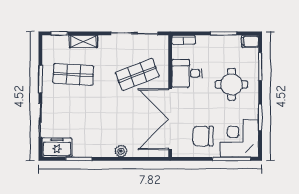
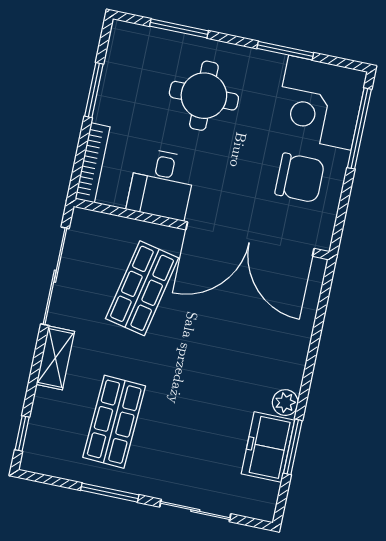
bookcase: (184, 40) -> (93, 163), width x1.56
shelving: (83, 41) -> (55, 358), moved
filing cabinet: (250, 41) -> (122, 39), removed
shop shelf: (137, 74) -> (142, 288), turned 33
chair: (203, 136) -> (300, 178), turned -90
freezer: (57, 147) -> (268, 447), moved
plant: (121, 151) -> (285, 403), moved

